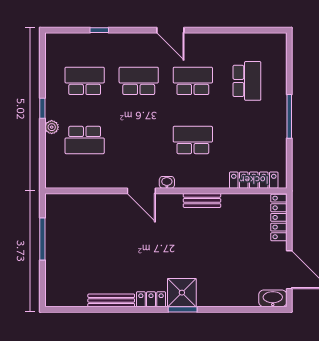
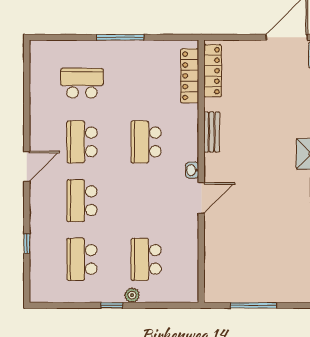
school desk: (85, 140) -> (146, 259), turned 180
locker: (279, 217) -> (213, 71), moved, turned -90

